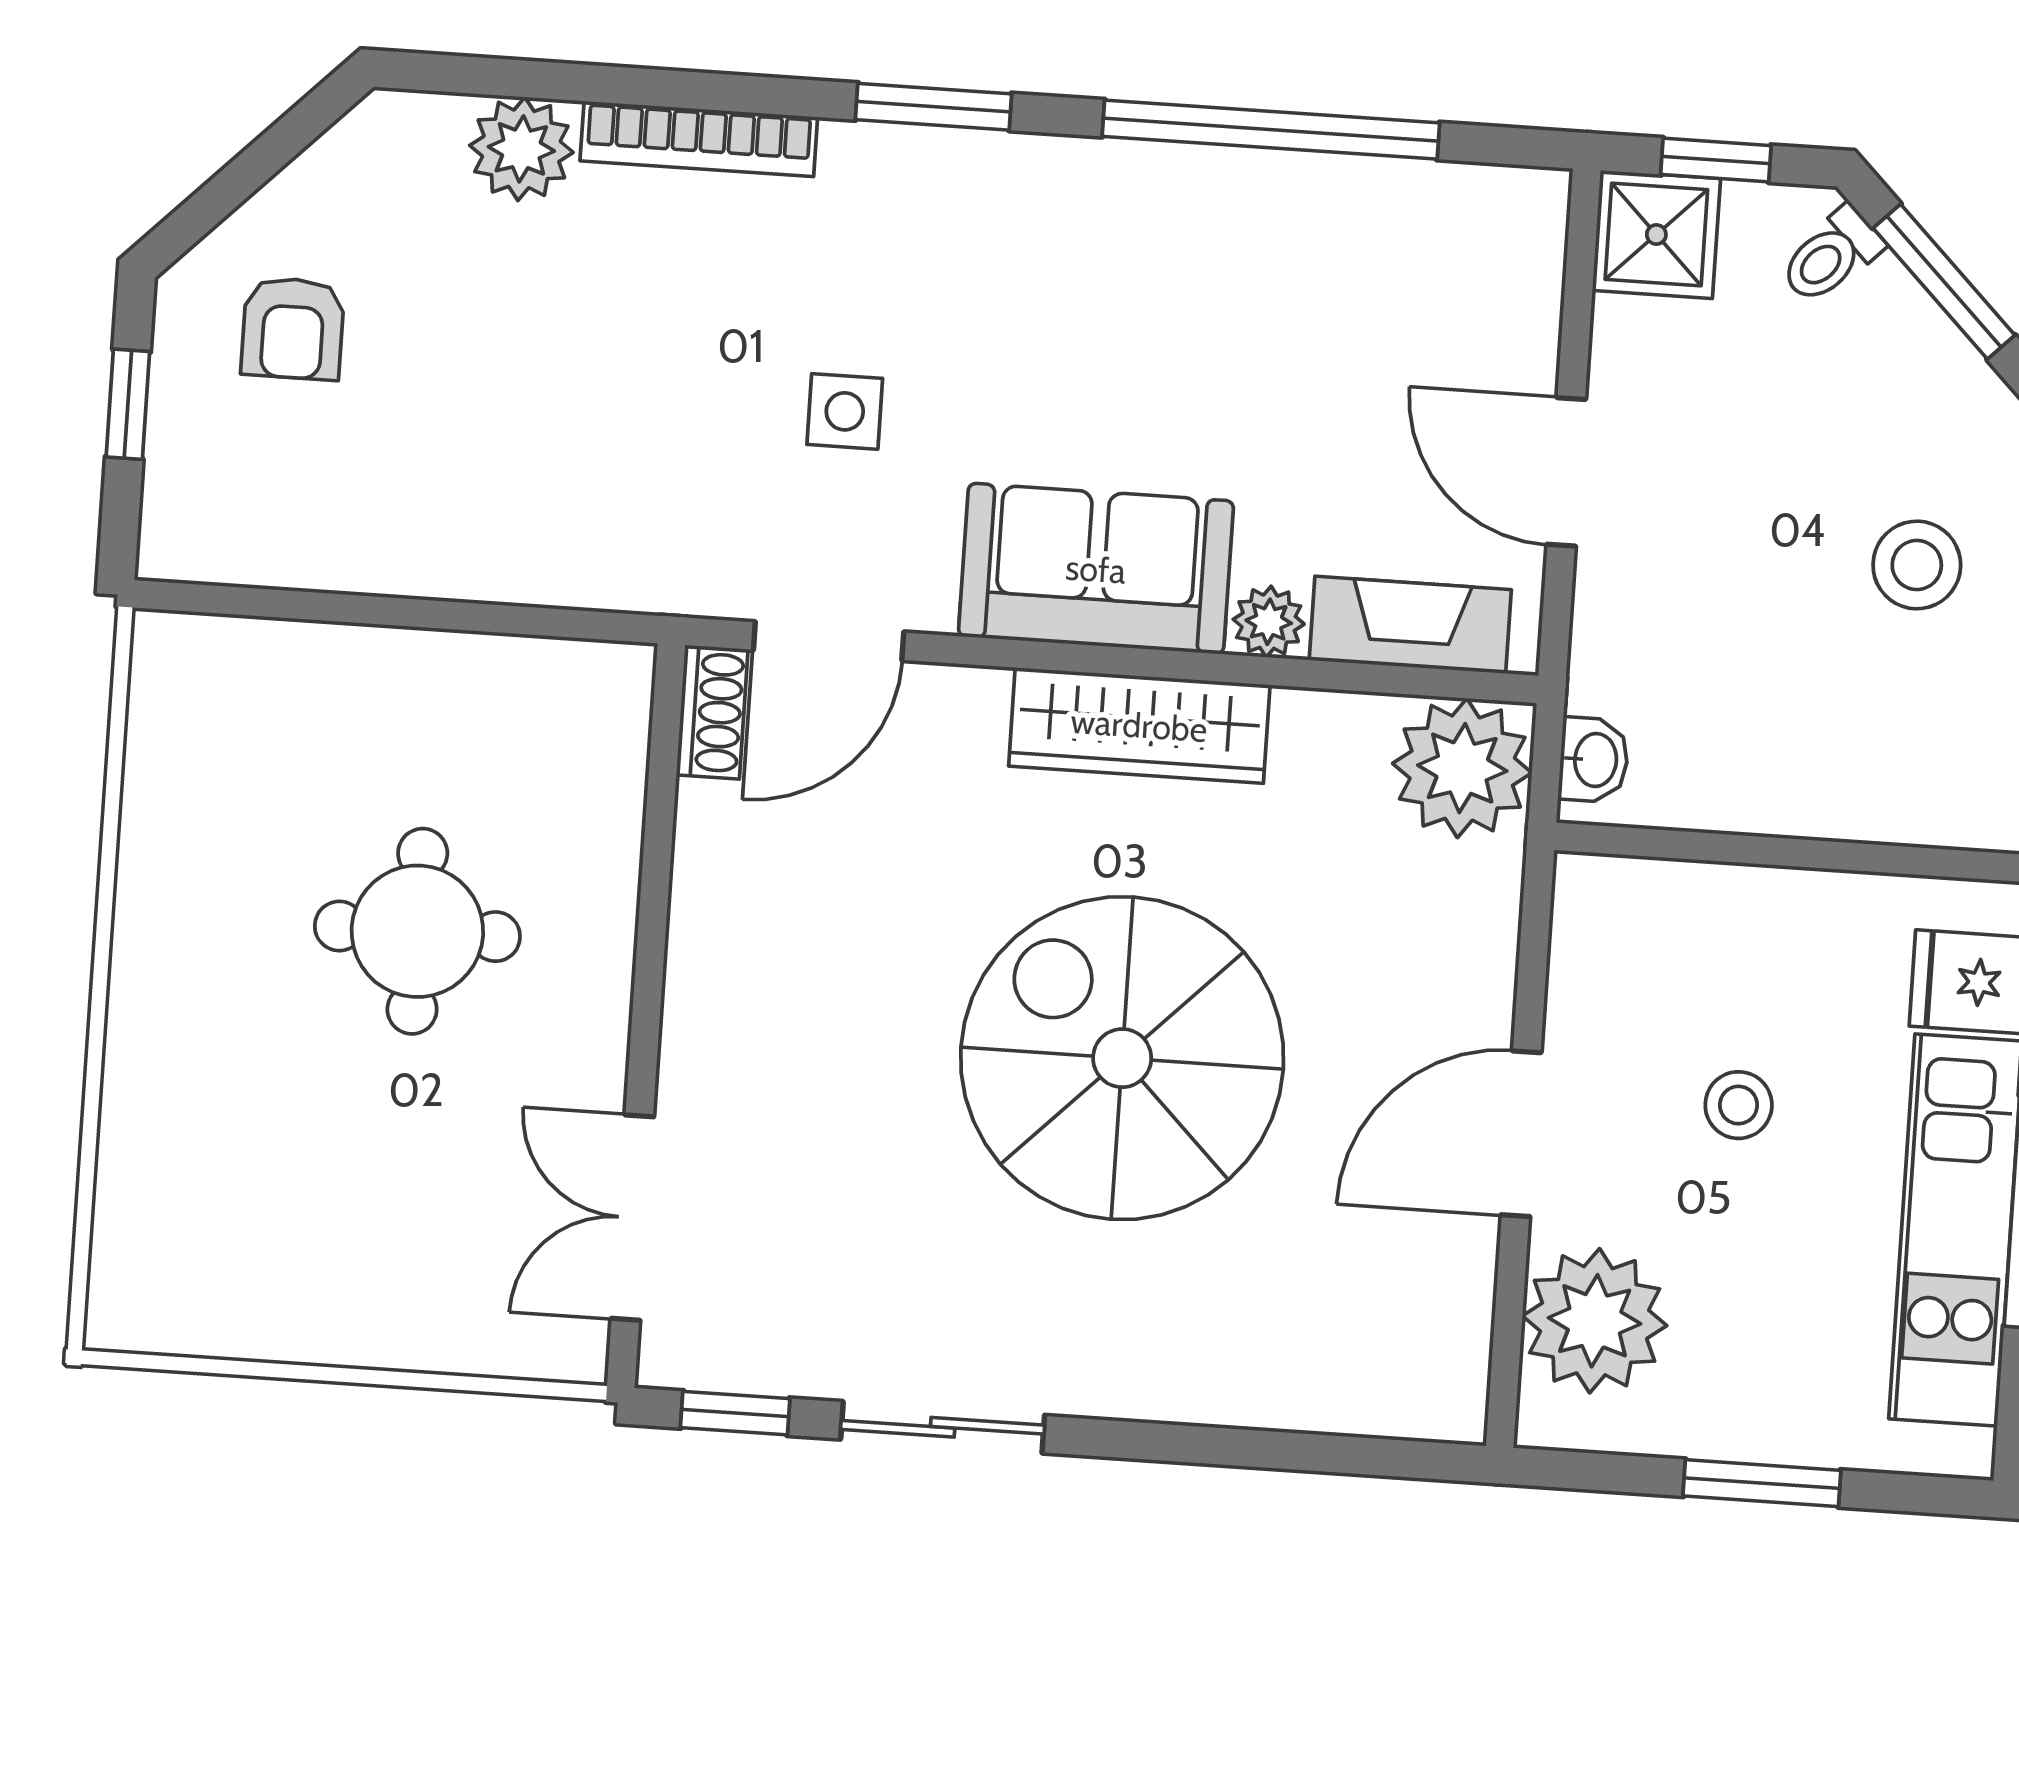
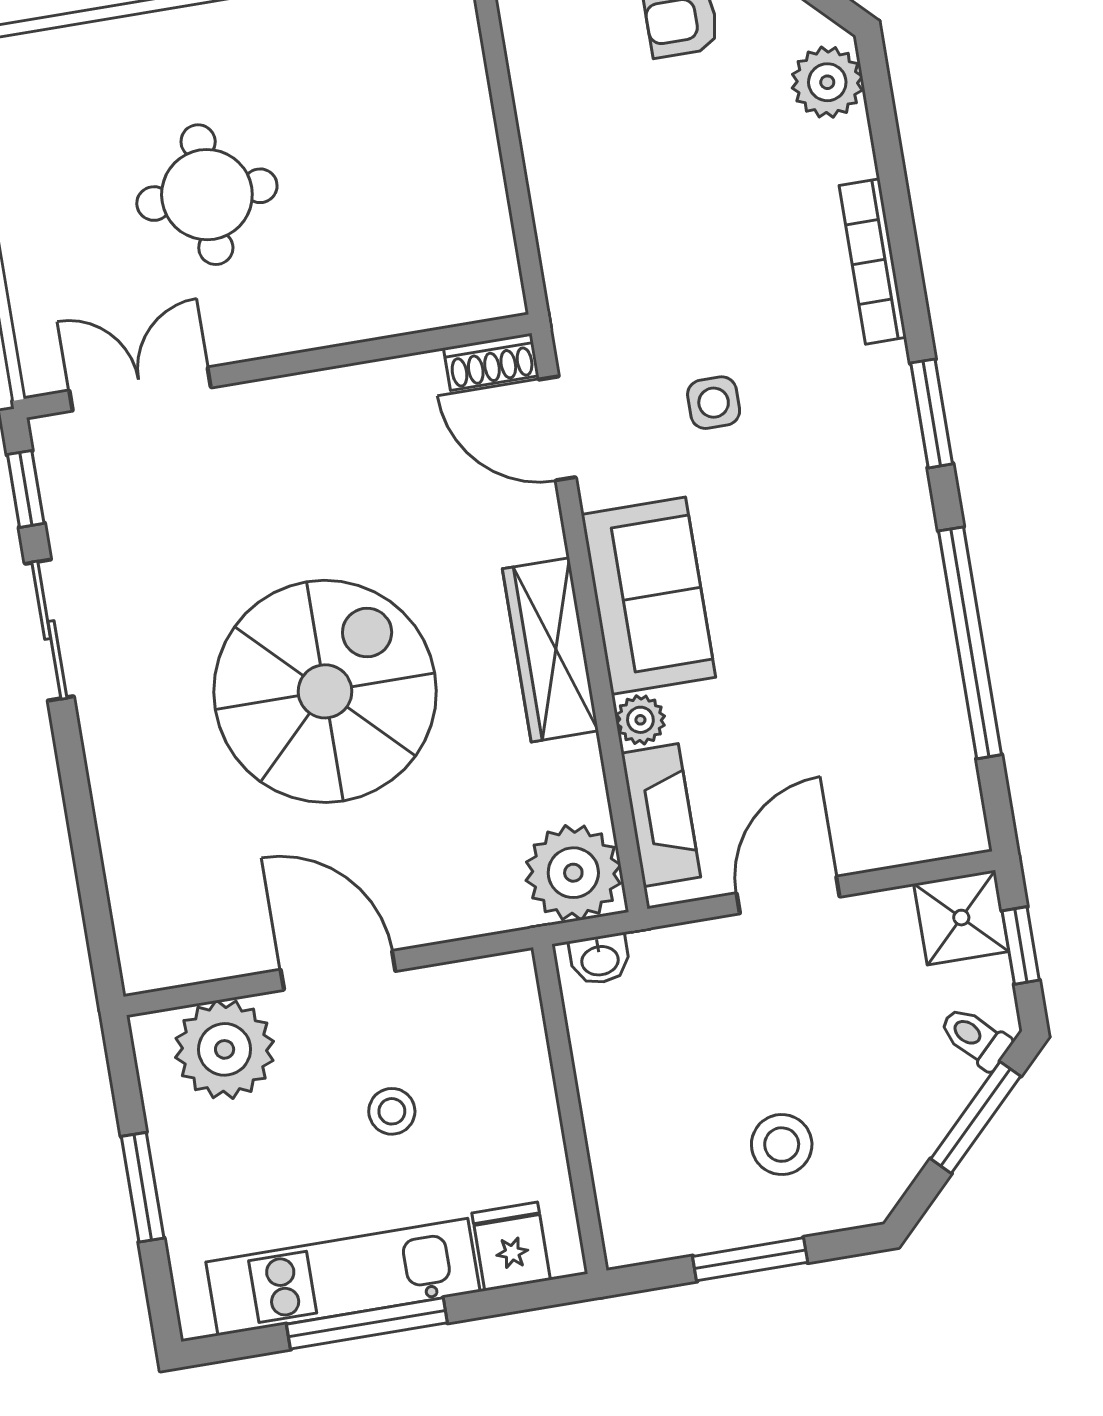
plant: (521, 149) -> (827, 82), moved
round table: (417, 931) -> (207, 195), moved

